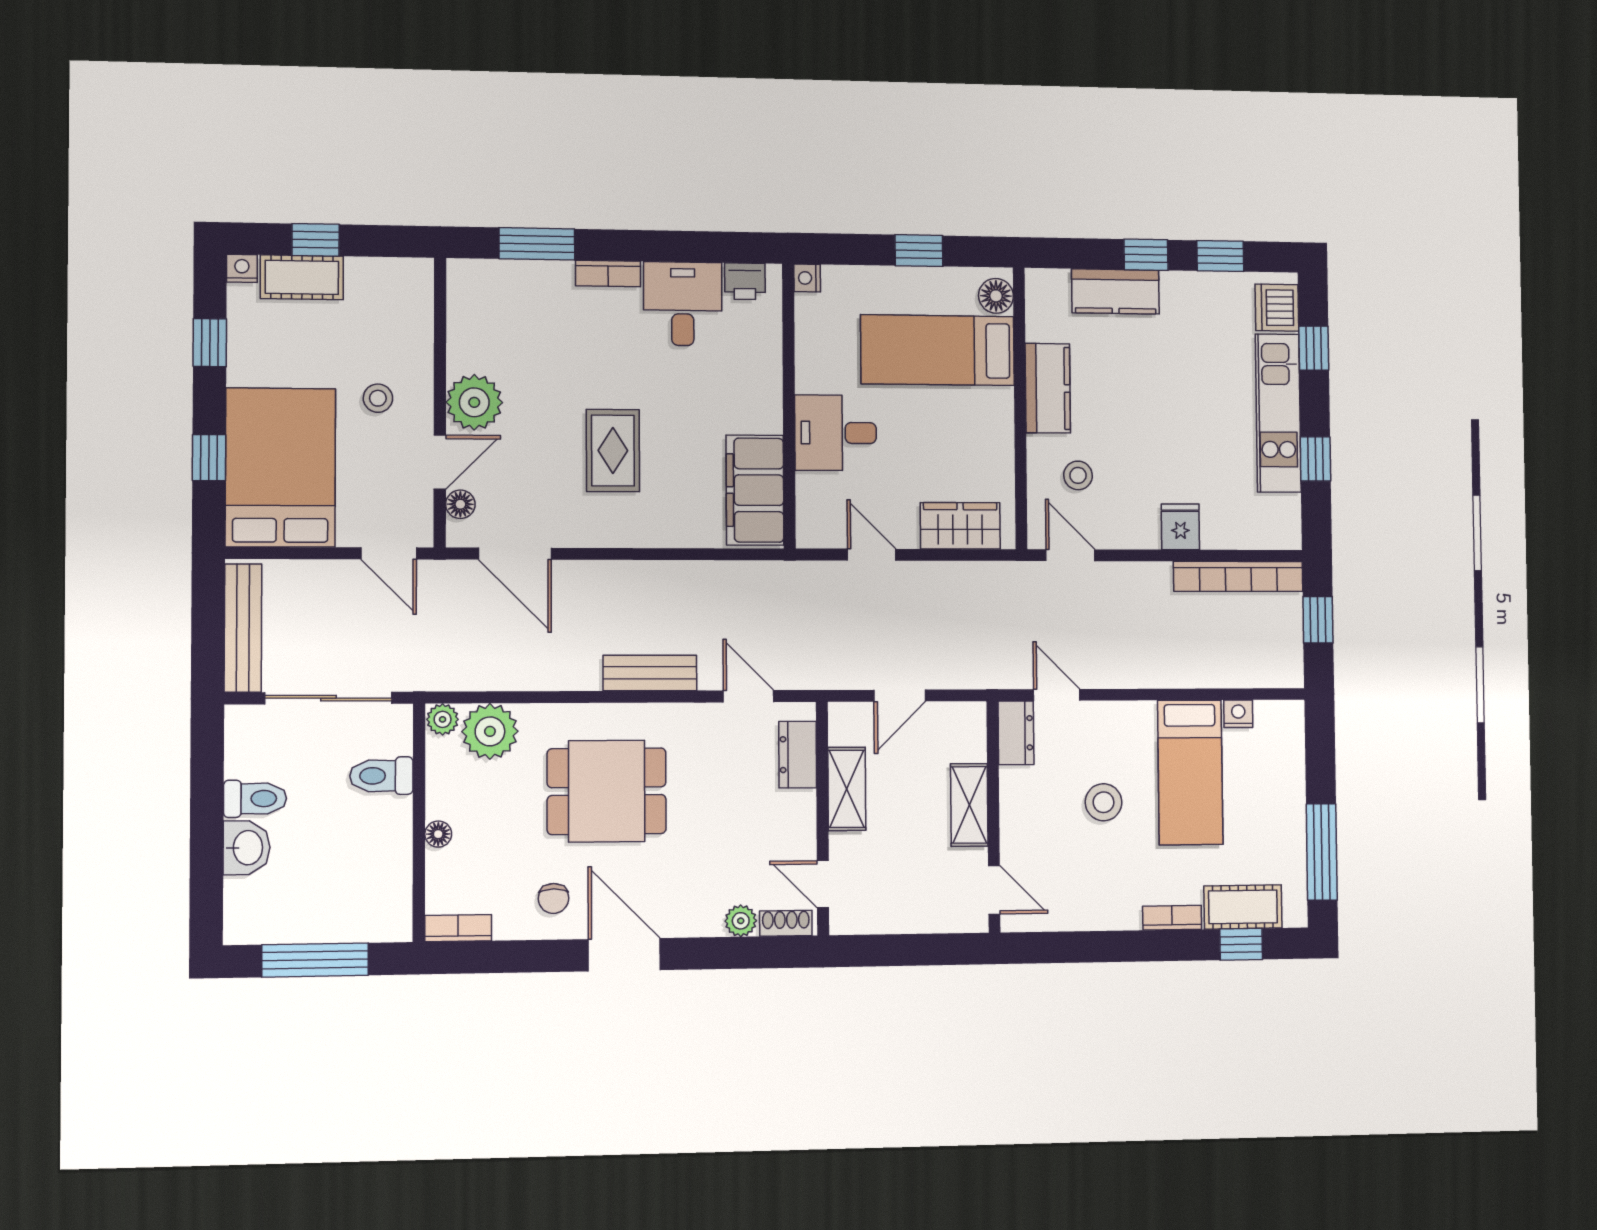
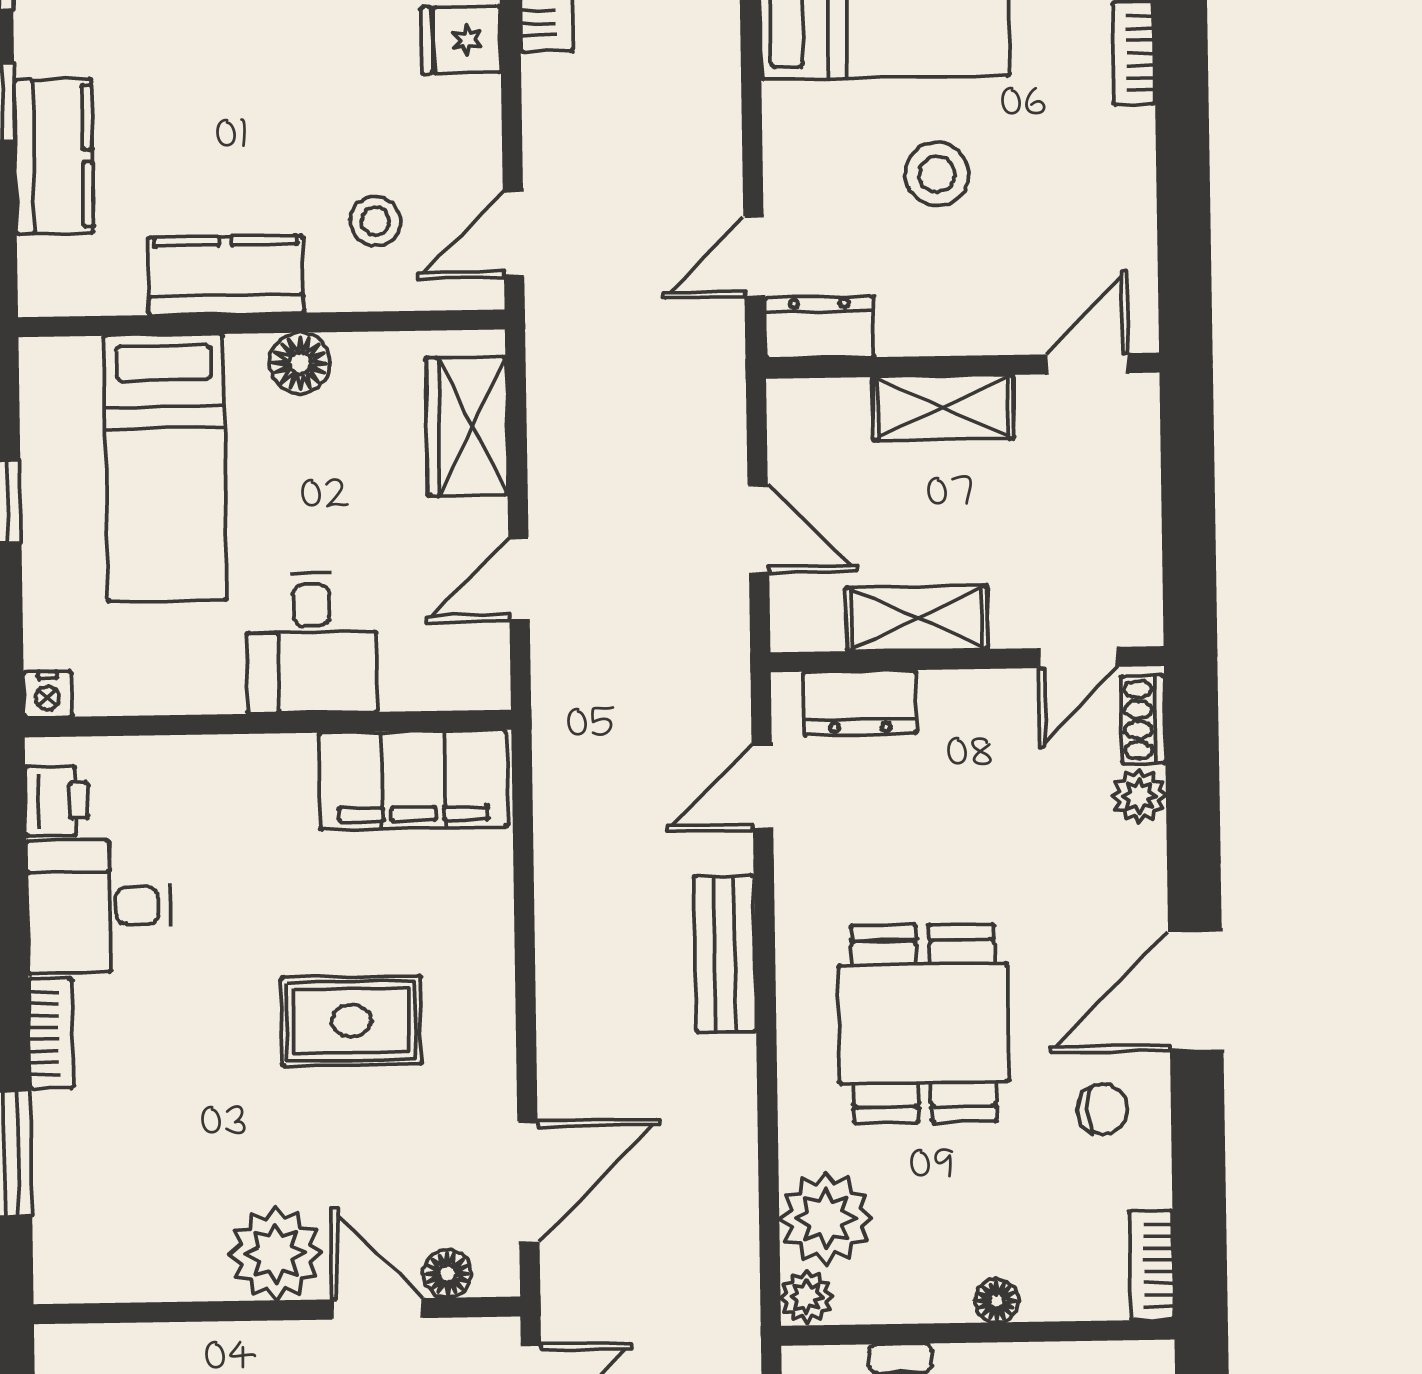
floor lamp: (996, 296) -> (300, 363), moved

